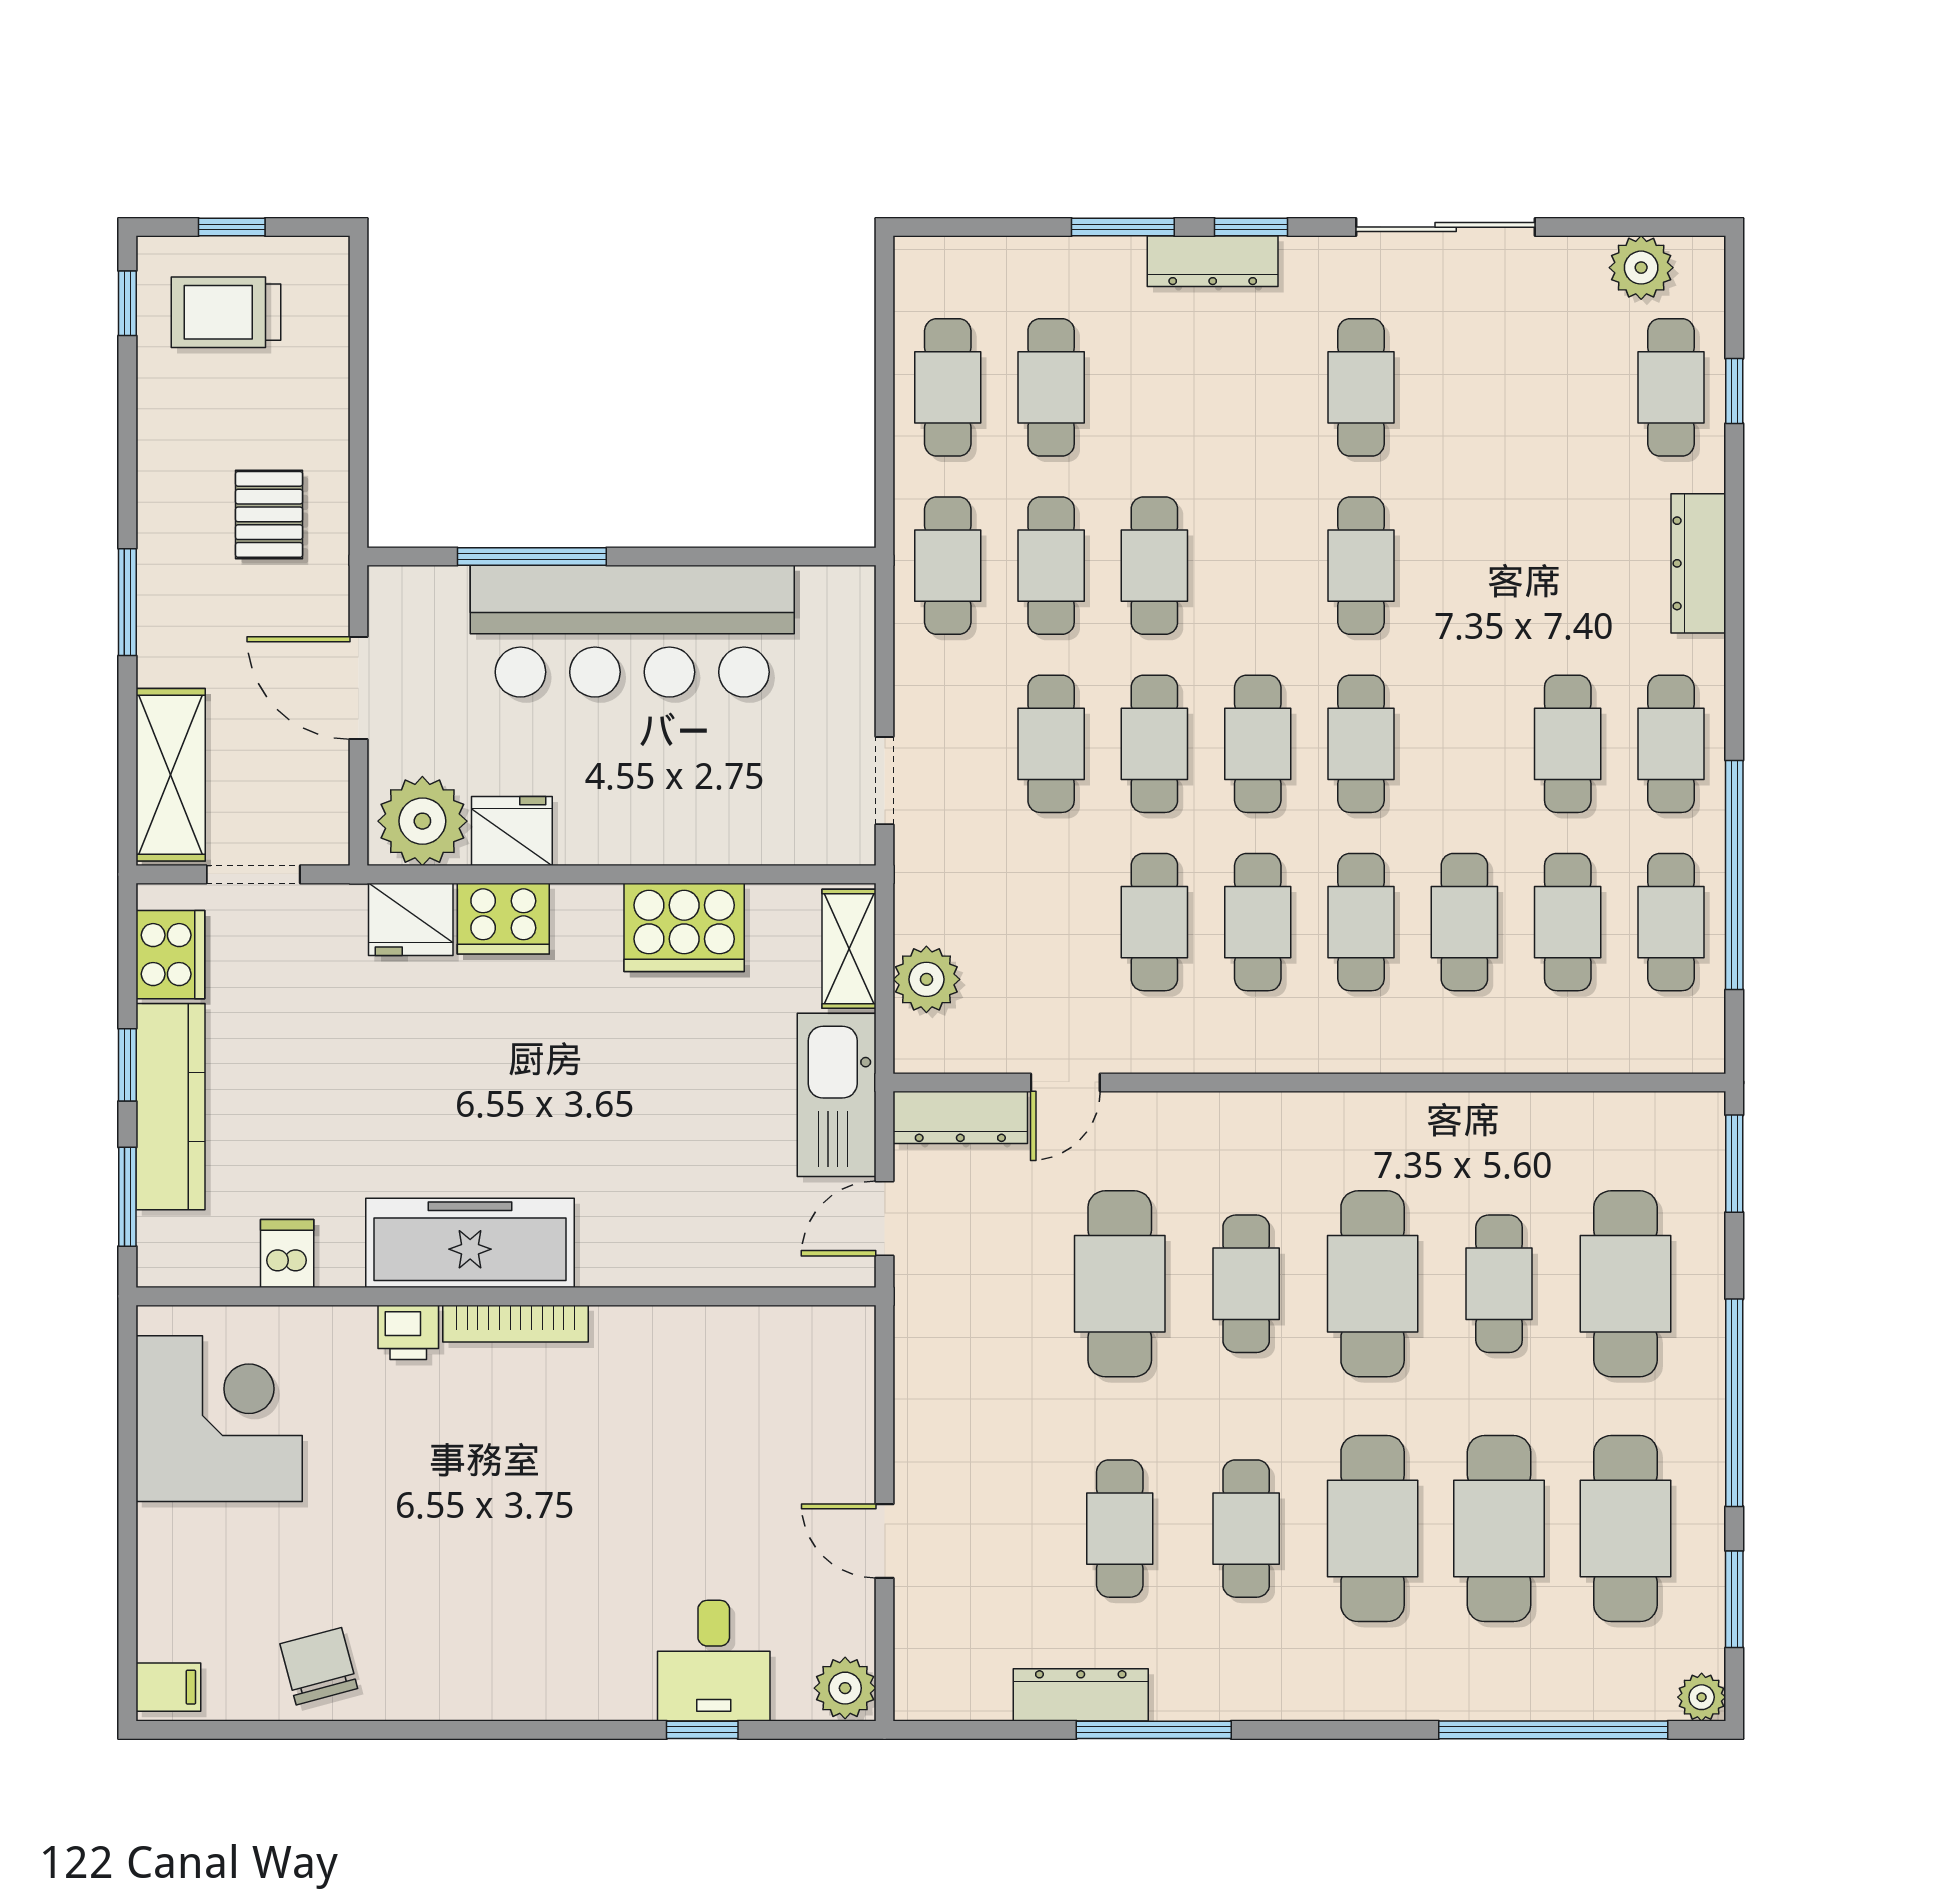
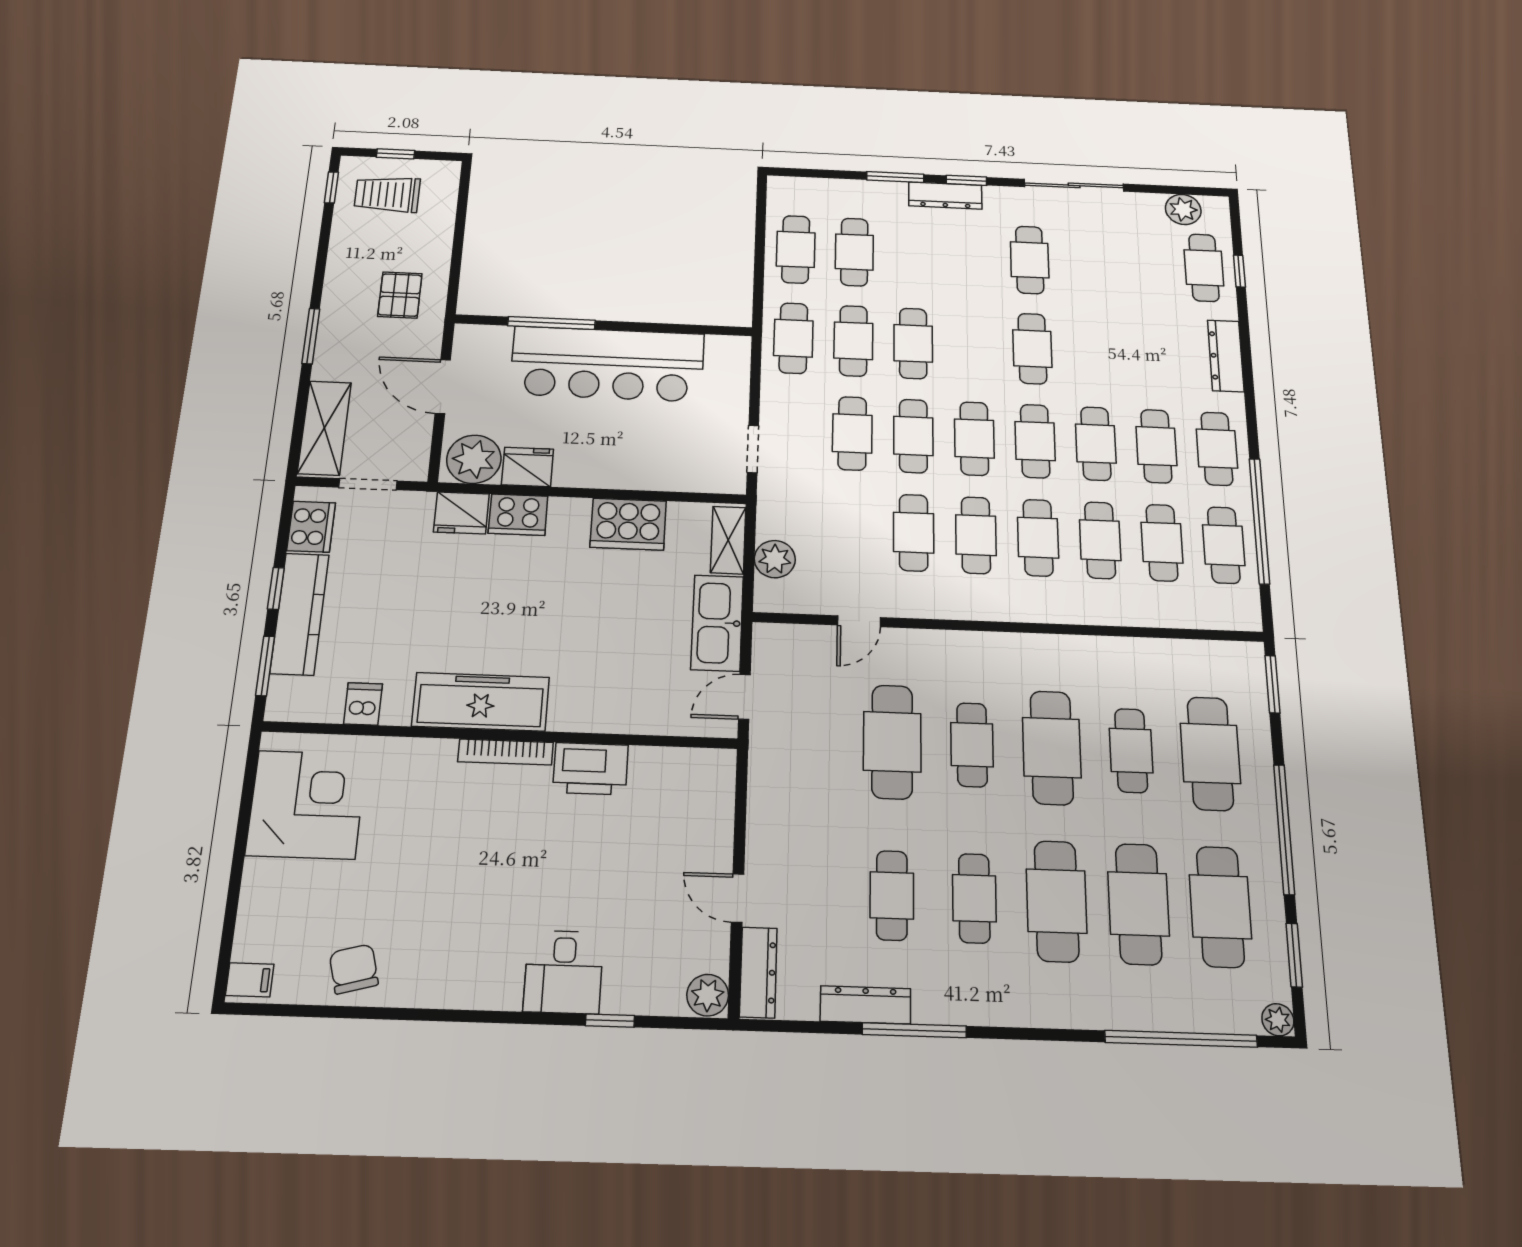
cafe table: (1464, 744) -> (1096, 444), added
dresser: (960, 1117) -> (758, 972), moved, turned -90
printer: (408, 1332) -> (590, 769), moved, width x1.87, depth x1.48
desk: (714, 1661) -> (563, 972), moved

